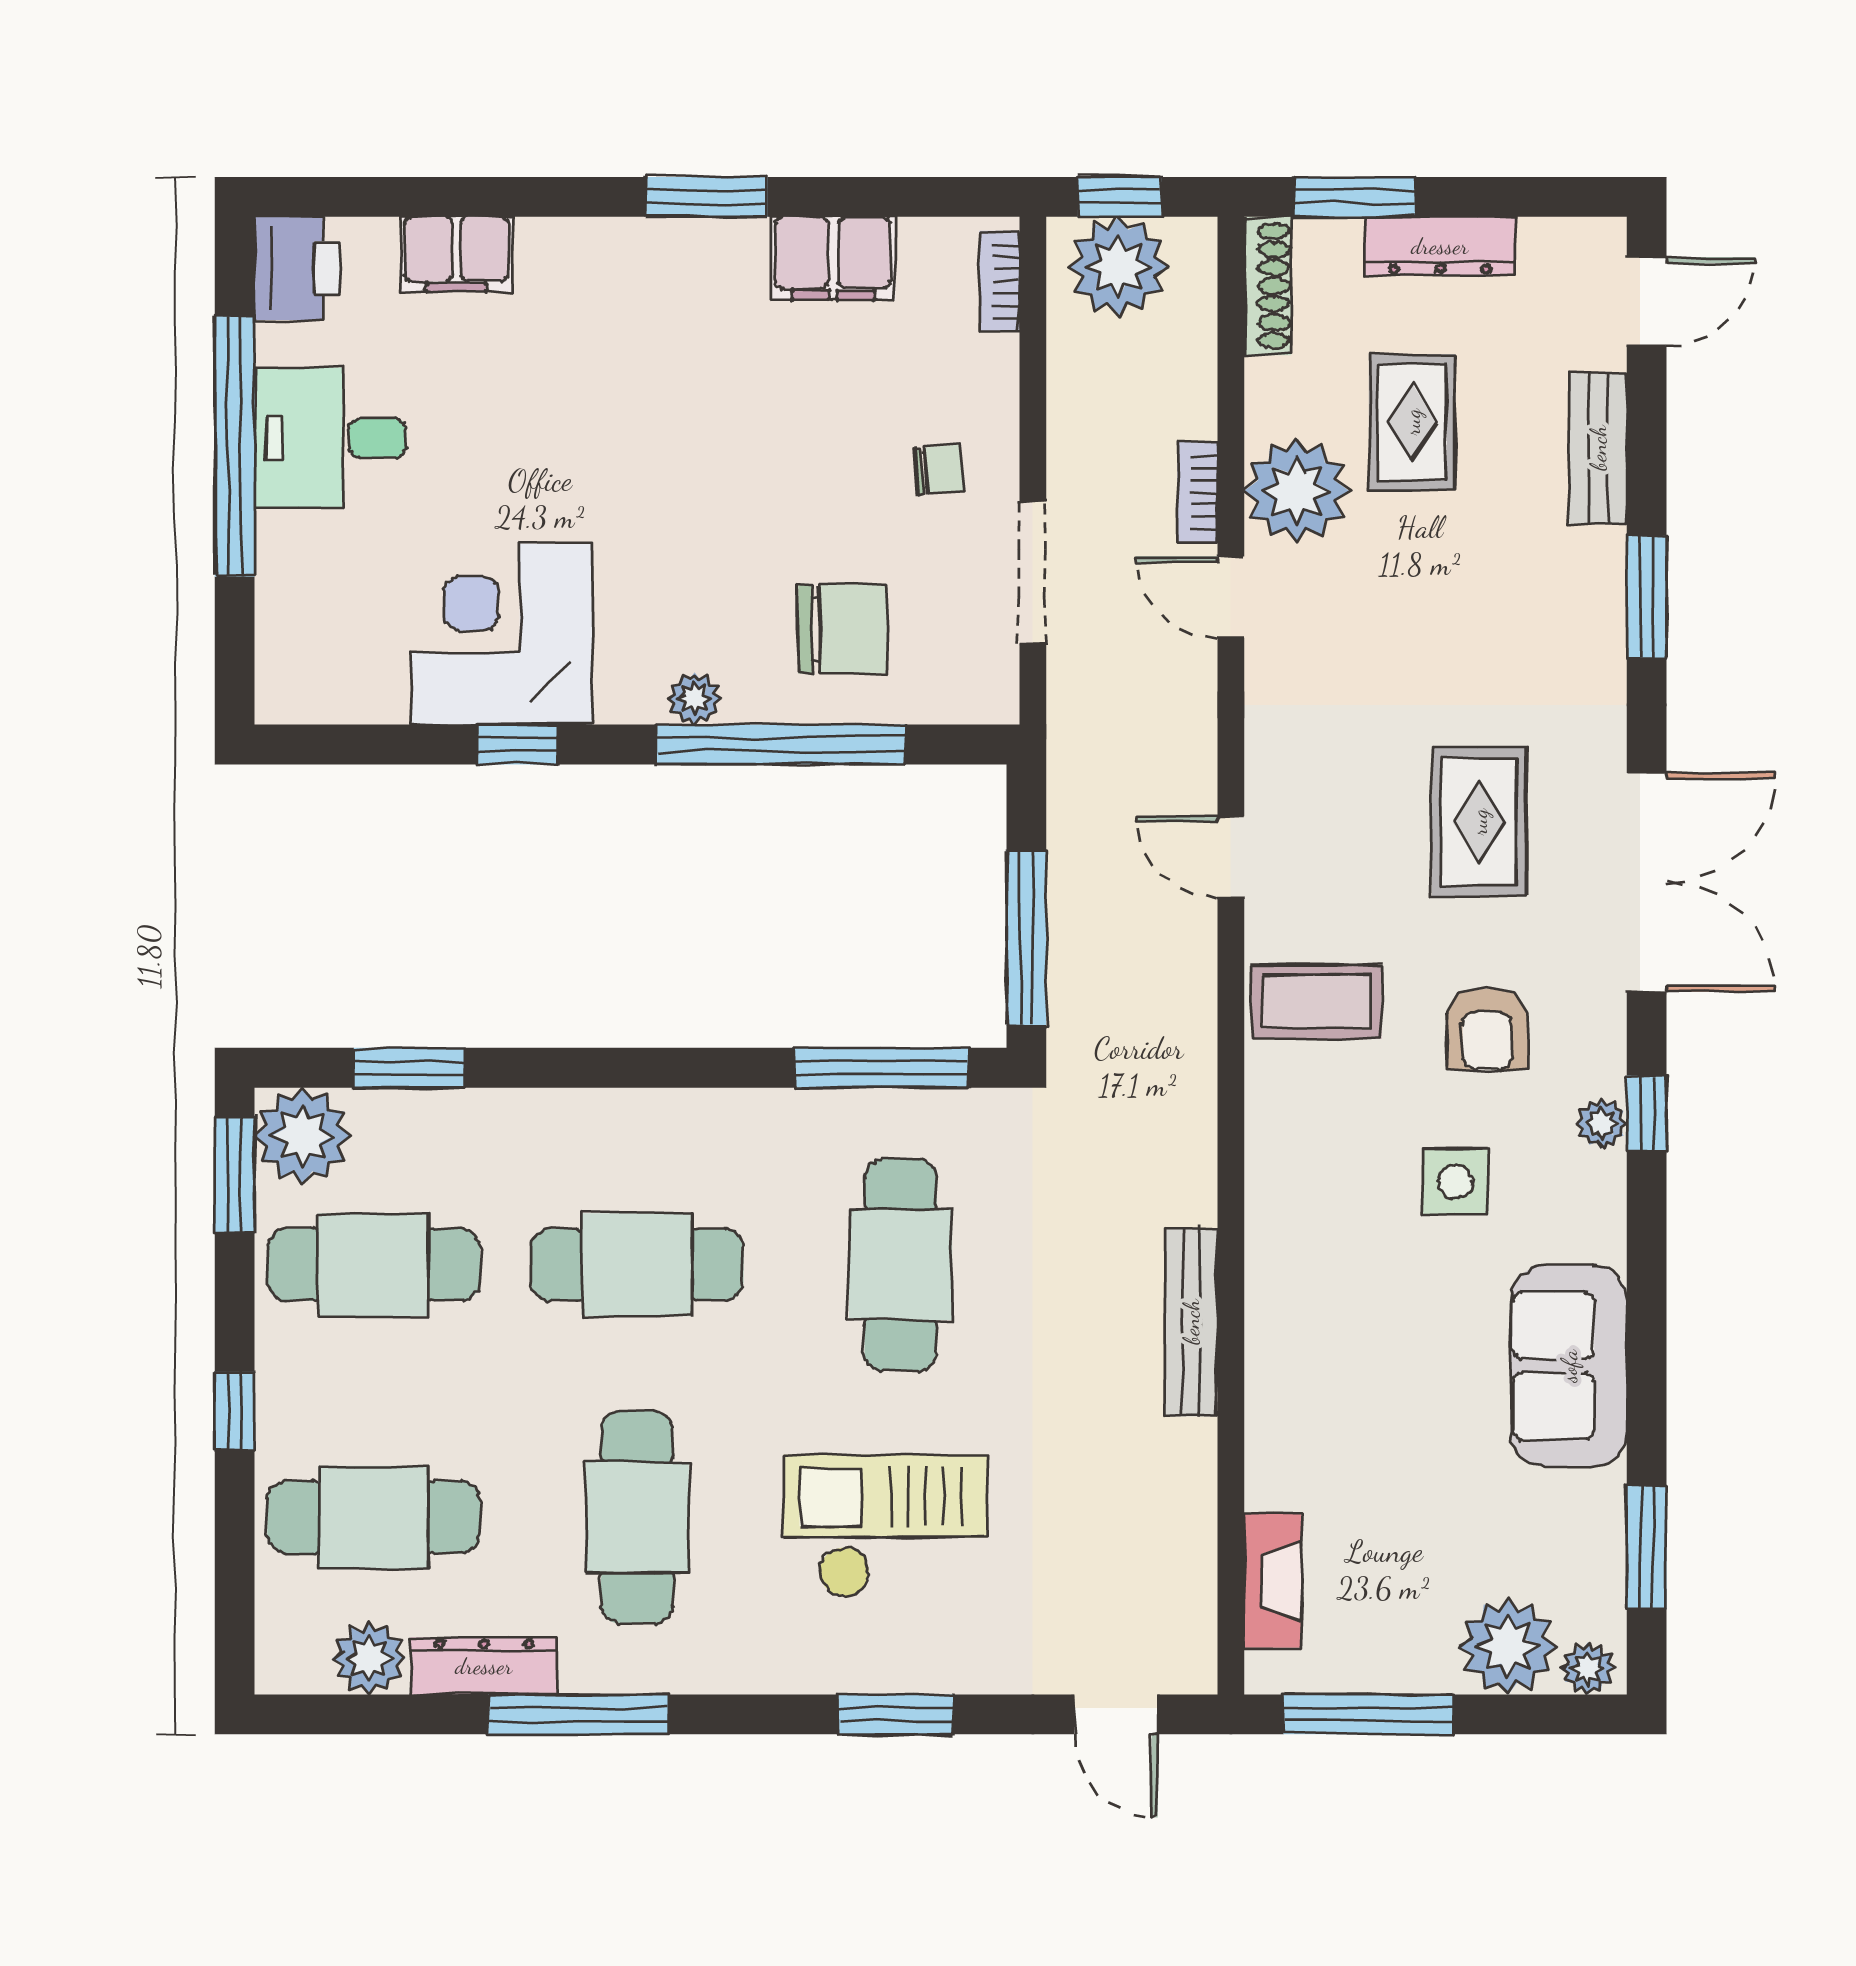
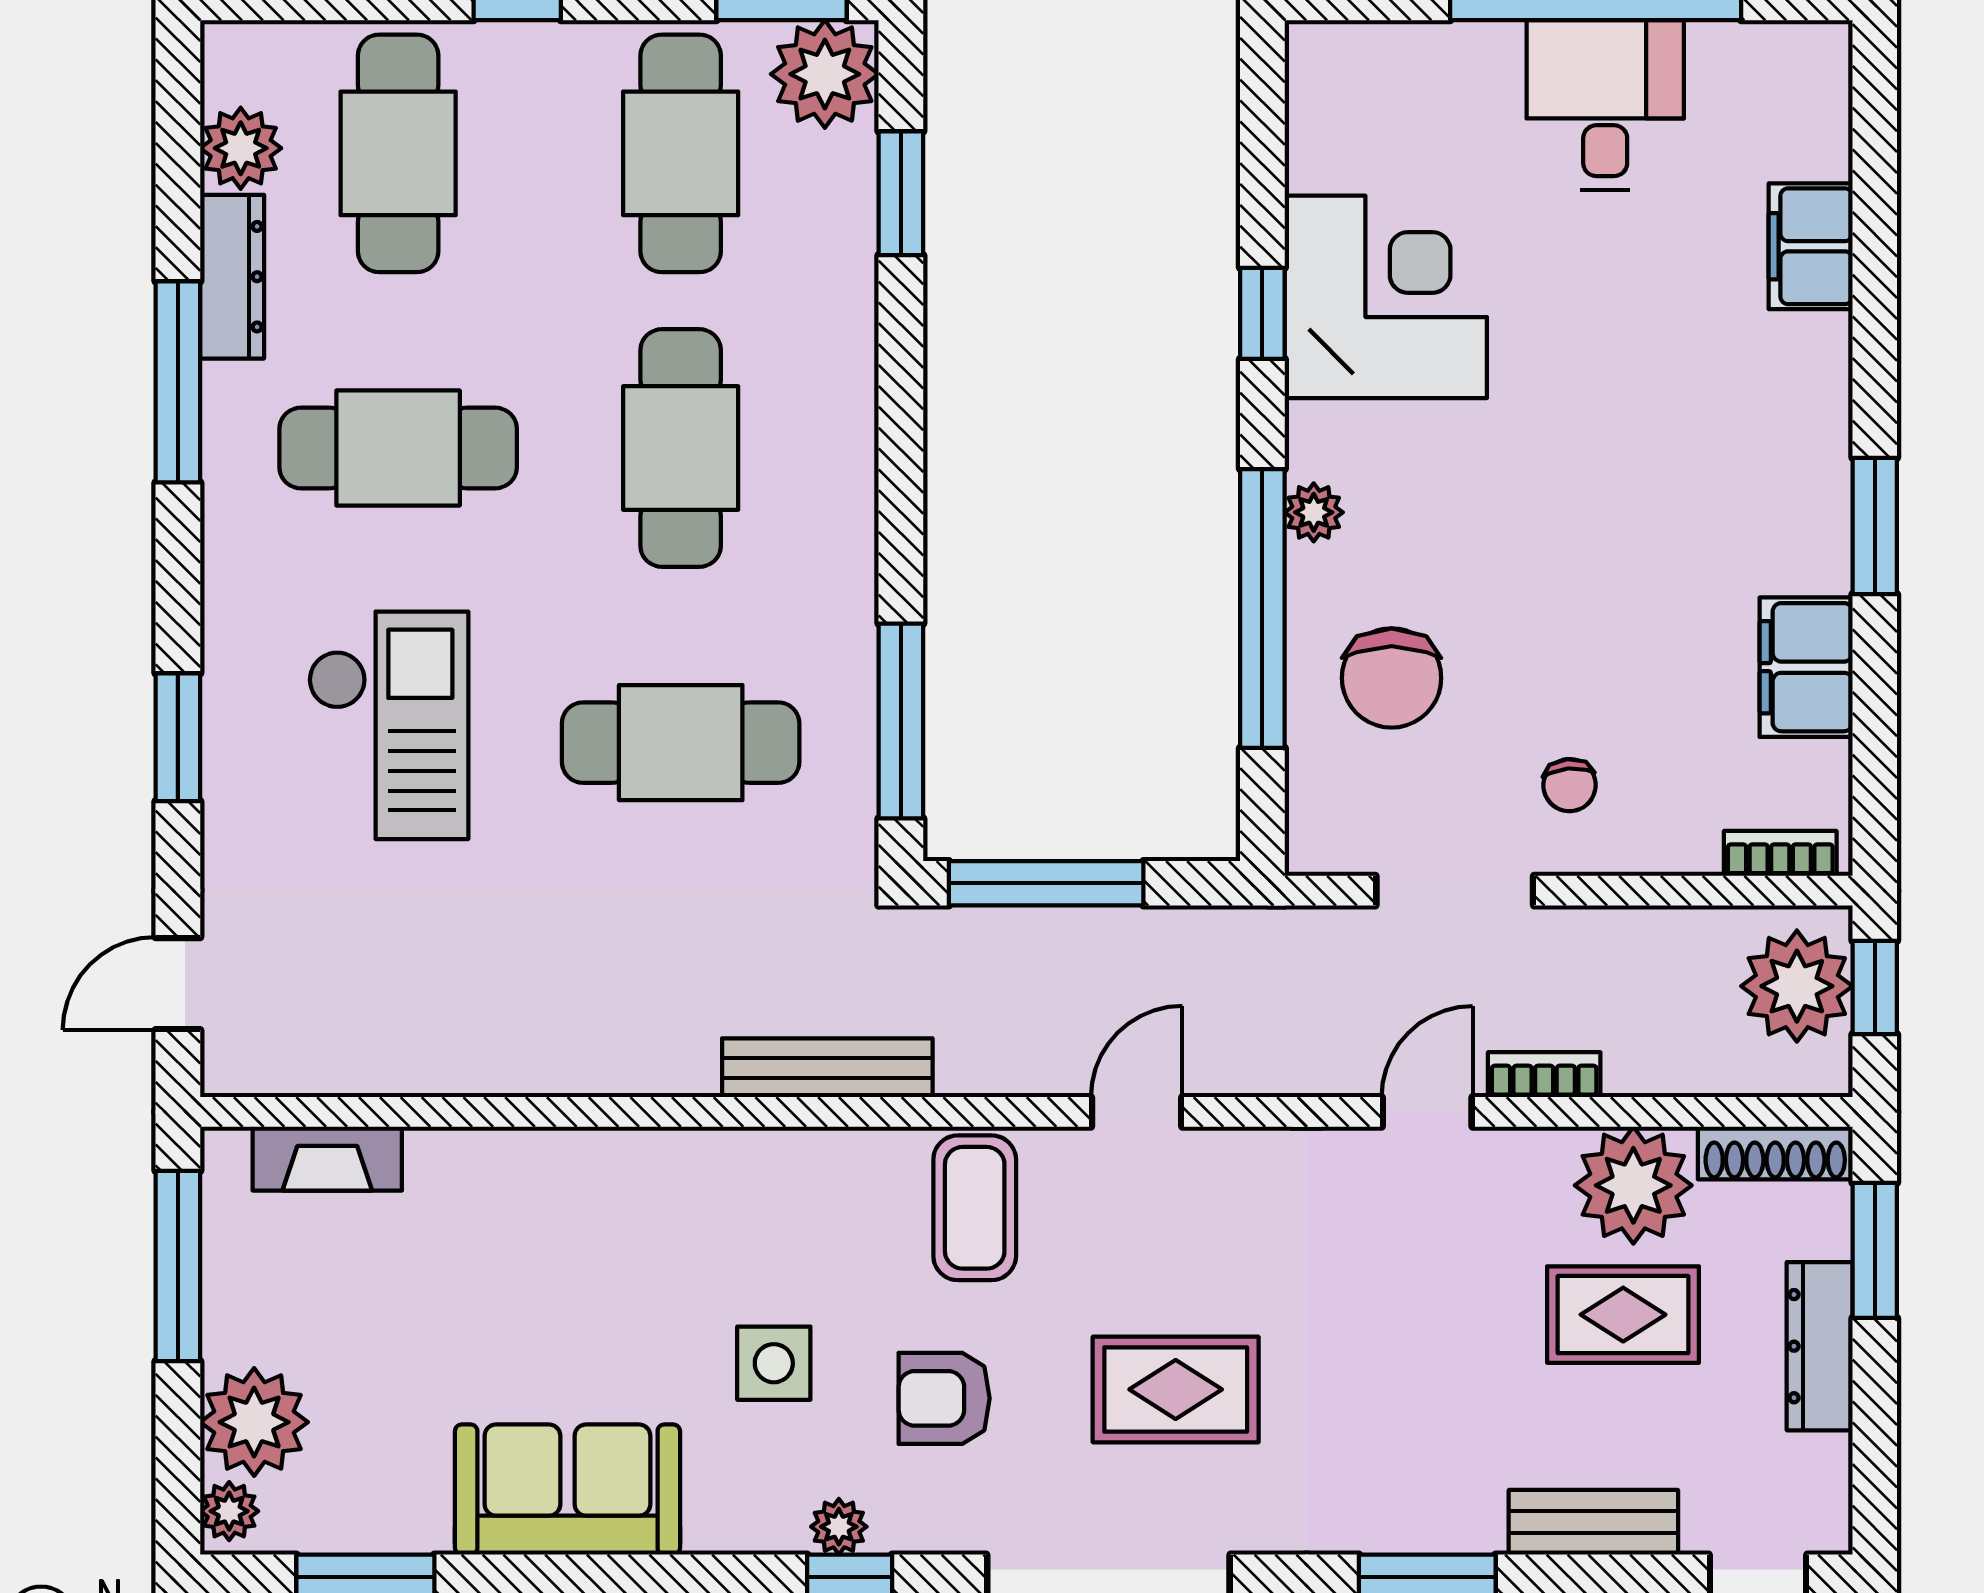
printer: (297, 268) -> (1795, 68), removed
plant: (1296, 491) -> (1633, 1185), moved
bench: (1191, 1322) -> (827, 1068), moved

